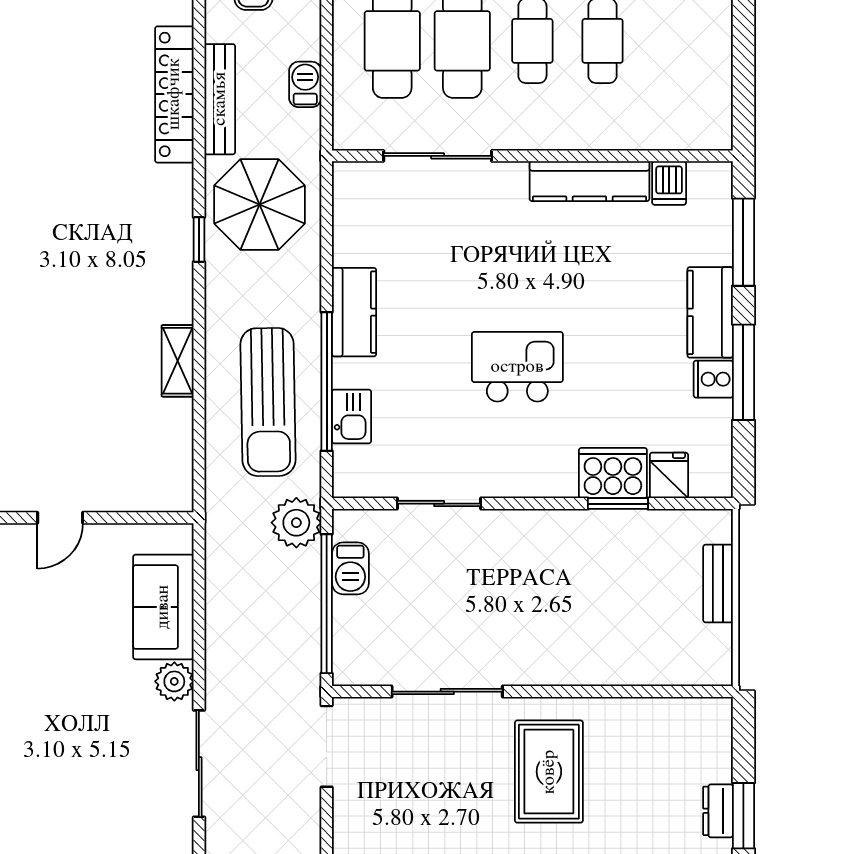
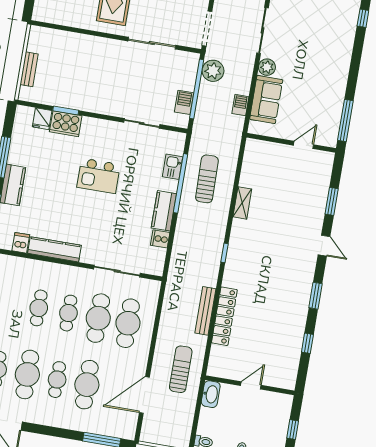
barbecue: (305, 84) -> (240, 105), moved, turned 180
parasol: (260, 205) -> (196, 263), removed
cooker: (713, 379) -> (160, 239), moved, turned 180
sun lounger: (268, 402) -> (207, 179), width x0.73, depth x0.75
plant: (296, 523) -> (213, 71), moved

